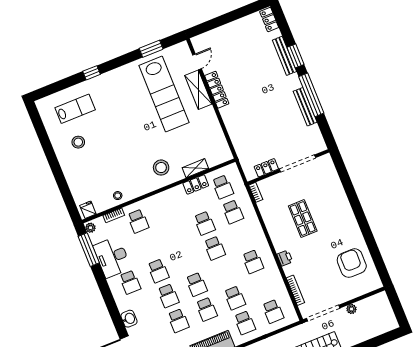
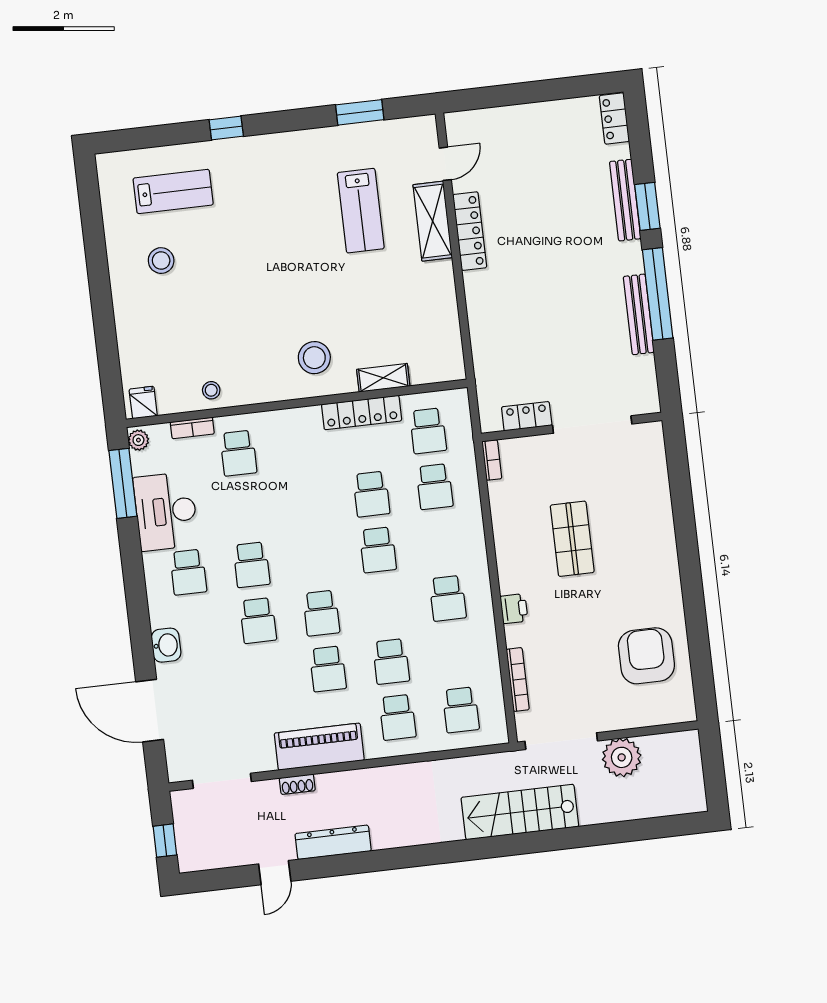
lab bench: (164, 94) -> (361, 211), width x0.54, depth x0.72
locker: (196, 184) -> (362, 413), width x1.53
plant: (351, 309) -> (622, 757), width x1.88, depth x1.88
school desk: (178, 321) -> (265, 676), removed

